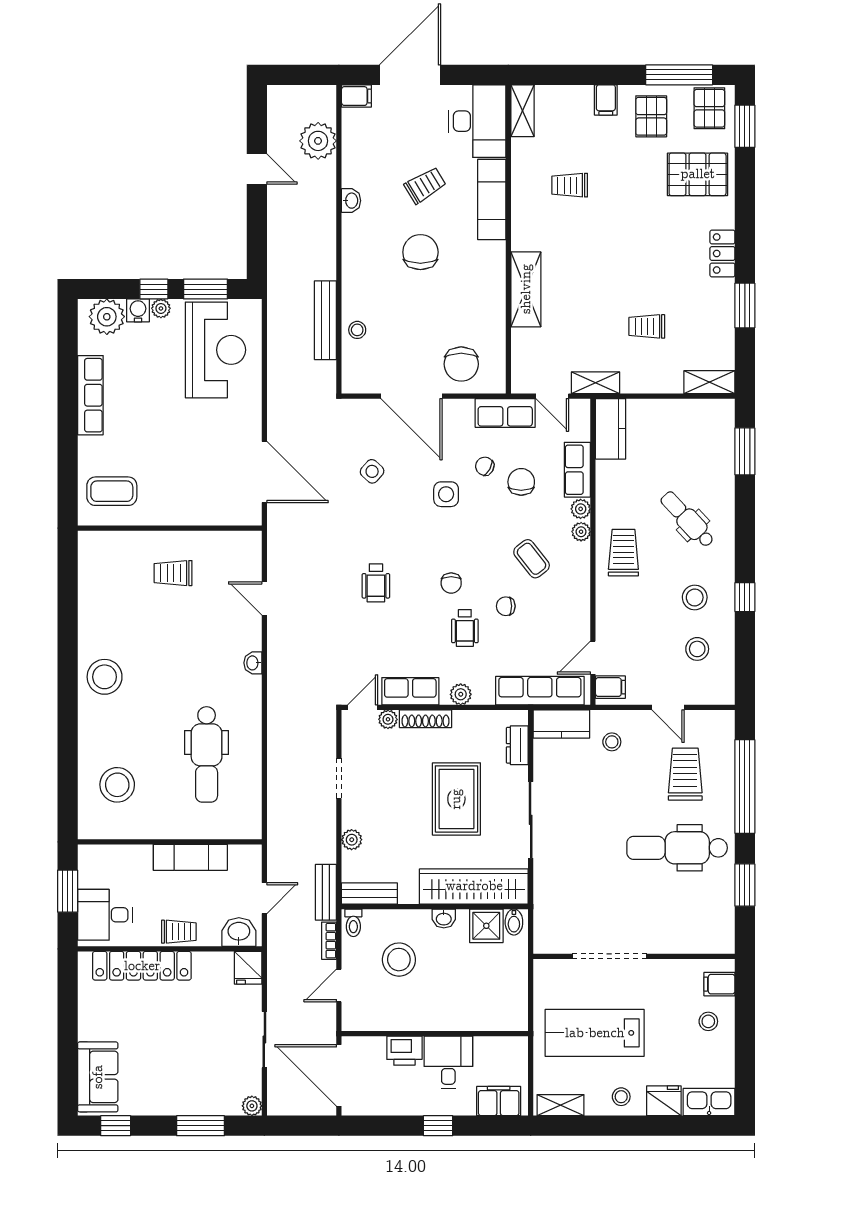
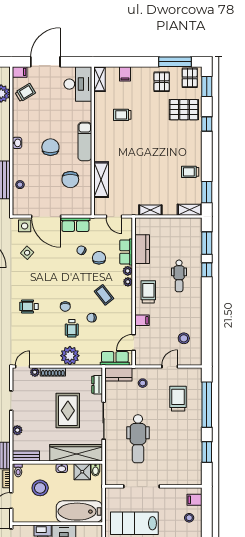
filing cabinet: (606, 100) -> (125, 74), moved
trolley: (425, 185) -> (25, 93), moved
exam couch: (492, 200) -> (85, 142), moved
washbasin: (351, 201) -> (17, 143), moved
window: (745, 204) -> (207, 124), added
locker: (722, 253) -> (196, 148), removed
shelving: (526, 289) -> (101, 180), moved
window: (745, 306) -> (207, 192), moved
trolley: (647, 326) -> (190, 172), moved
chair: (461, 364) -> (70, 180), moved
shelving: (595, 383) -> (150, 210), moved
row of seats: (505, 413) -> (75, 225), moved
kitchen counter: (611, 429) -> (142, 249), moved
side table: (446, 494) -> (25, 226), moved
dental chair: (687, 519) -> (179, 276), turned -137
wheelchair: (376, 583) -> (29, 306), turned 90
window: (745, 597) -> (207, 270), moved
stool: (695, 598) -> (183, 314), removed
filing cabinet: (610, 687) -> (142, 320), moved
row of seats: (410, 691) -> (46, 359), removed
row of seats: (540, 691) -> (115, 358), width x0.68
plant: (461, 694) -> (70, 356), width x1.88, depth x1.88
door: (668, 707) -> (170, 366), swing flipped
dental chair: (677, 848) -> (138, 439), moved, turned -90
bathtub: (480, 1009) -> (79, 512), added

